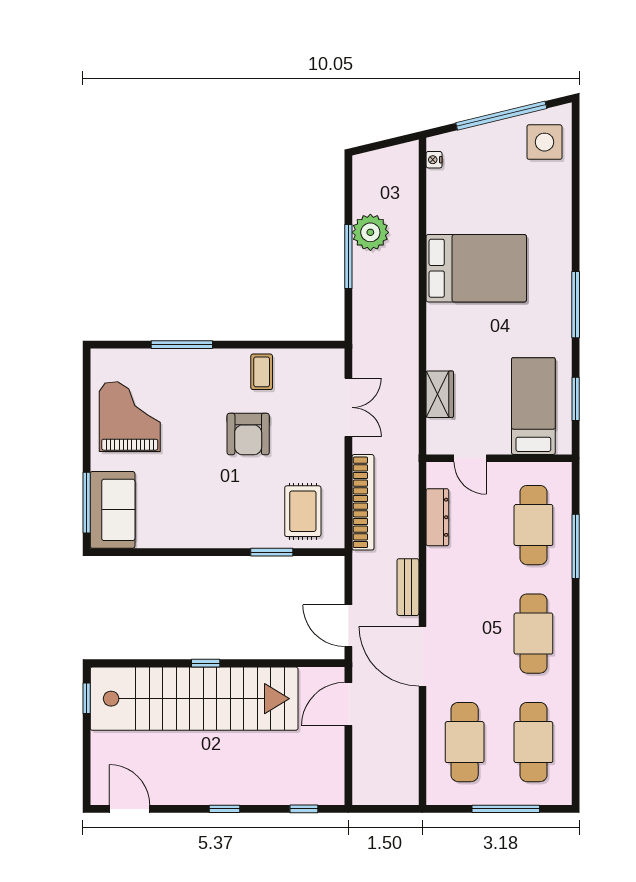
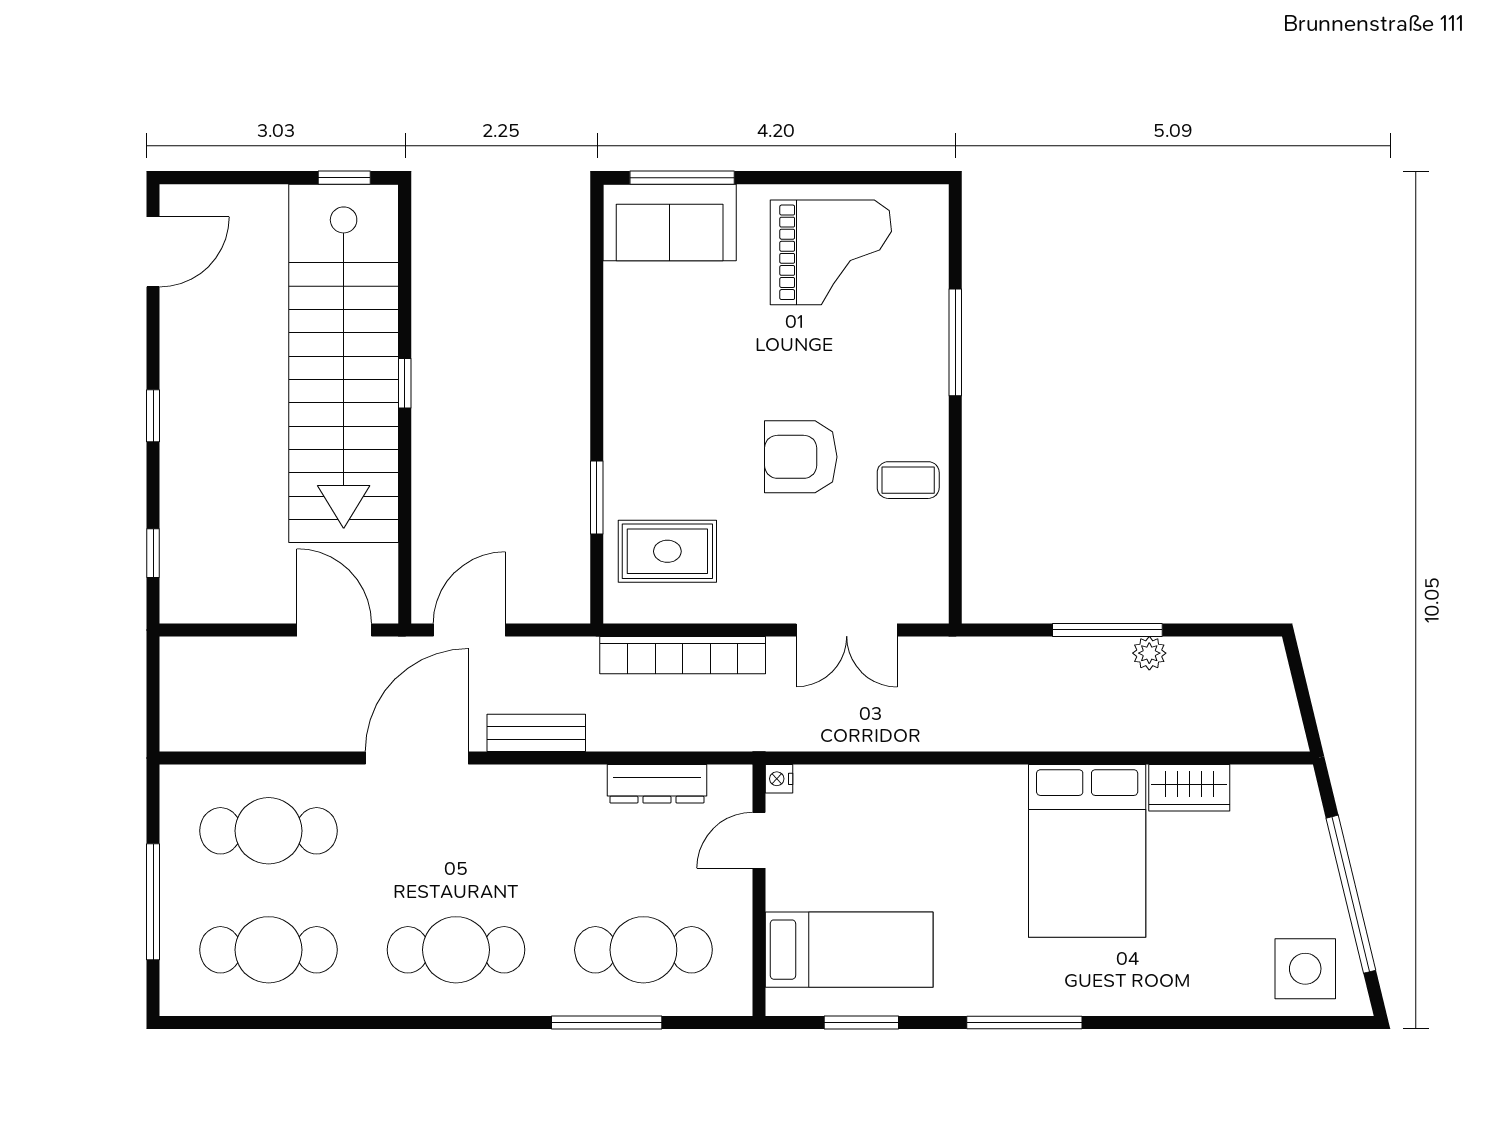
nightstand: (434, 160) -> (779, 779), moved, turned -90
plant: (370, 232) -> (1149, 653), width x0.53, depth x0.53
wardrobe: (440, 394) -> (1189, 788), moved

